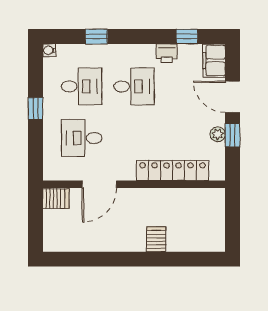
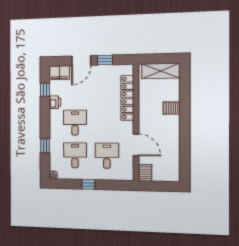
plant: (218, 134) -> (104, 69), removed
desk: (82, 138) -> (107, 156), turned 180
shelving: (214, 223) -> (161, 71), added

